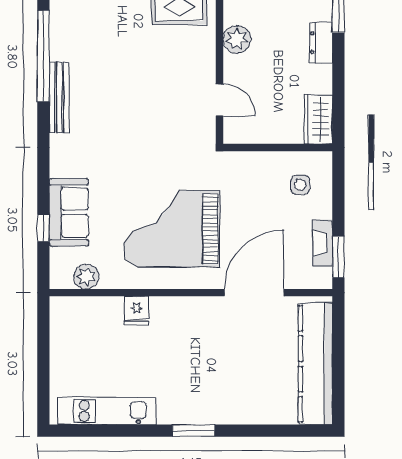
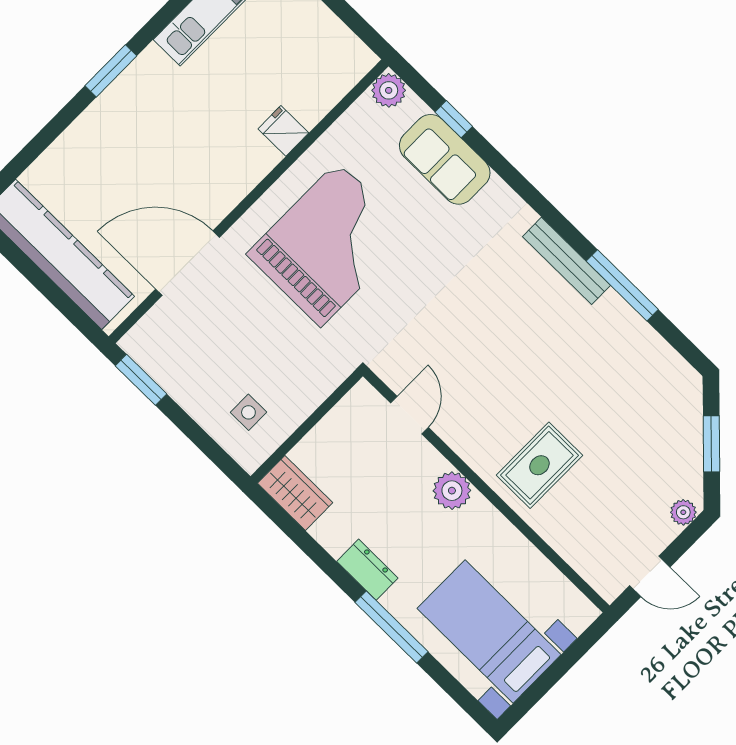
window: (43, 56) -> (622, 285), width x0.68
door: (219, 100) -> (409, 415), swing flipped
fireplace: (323, 243) -> (170, 378), removed
plant: (86, 277) -> (389, 90), moved
door: (254, 293) -> (187, 263), swing flipped

